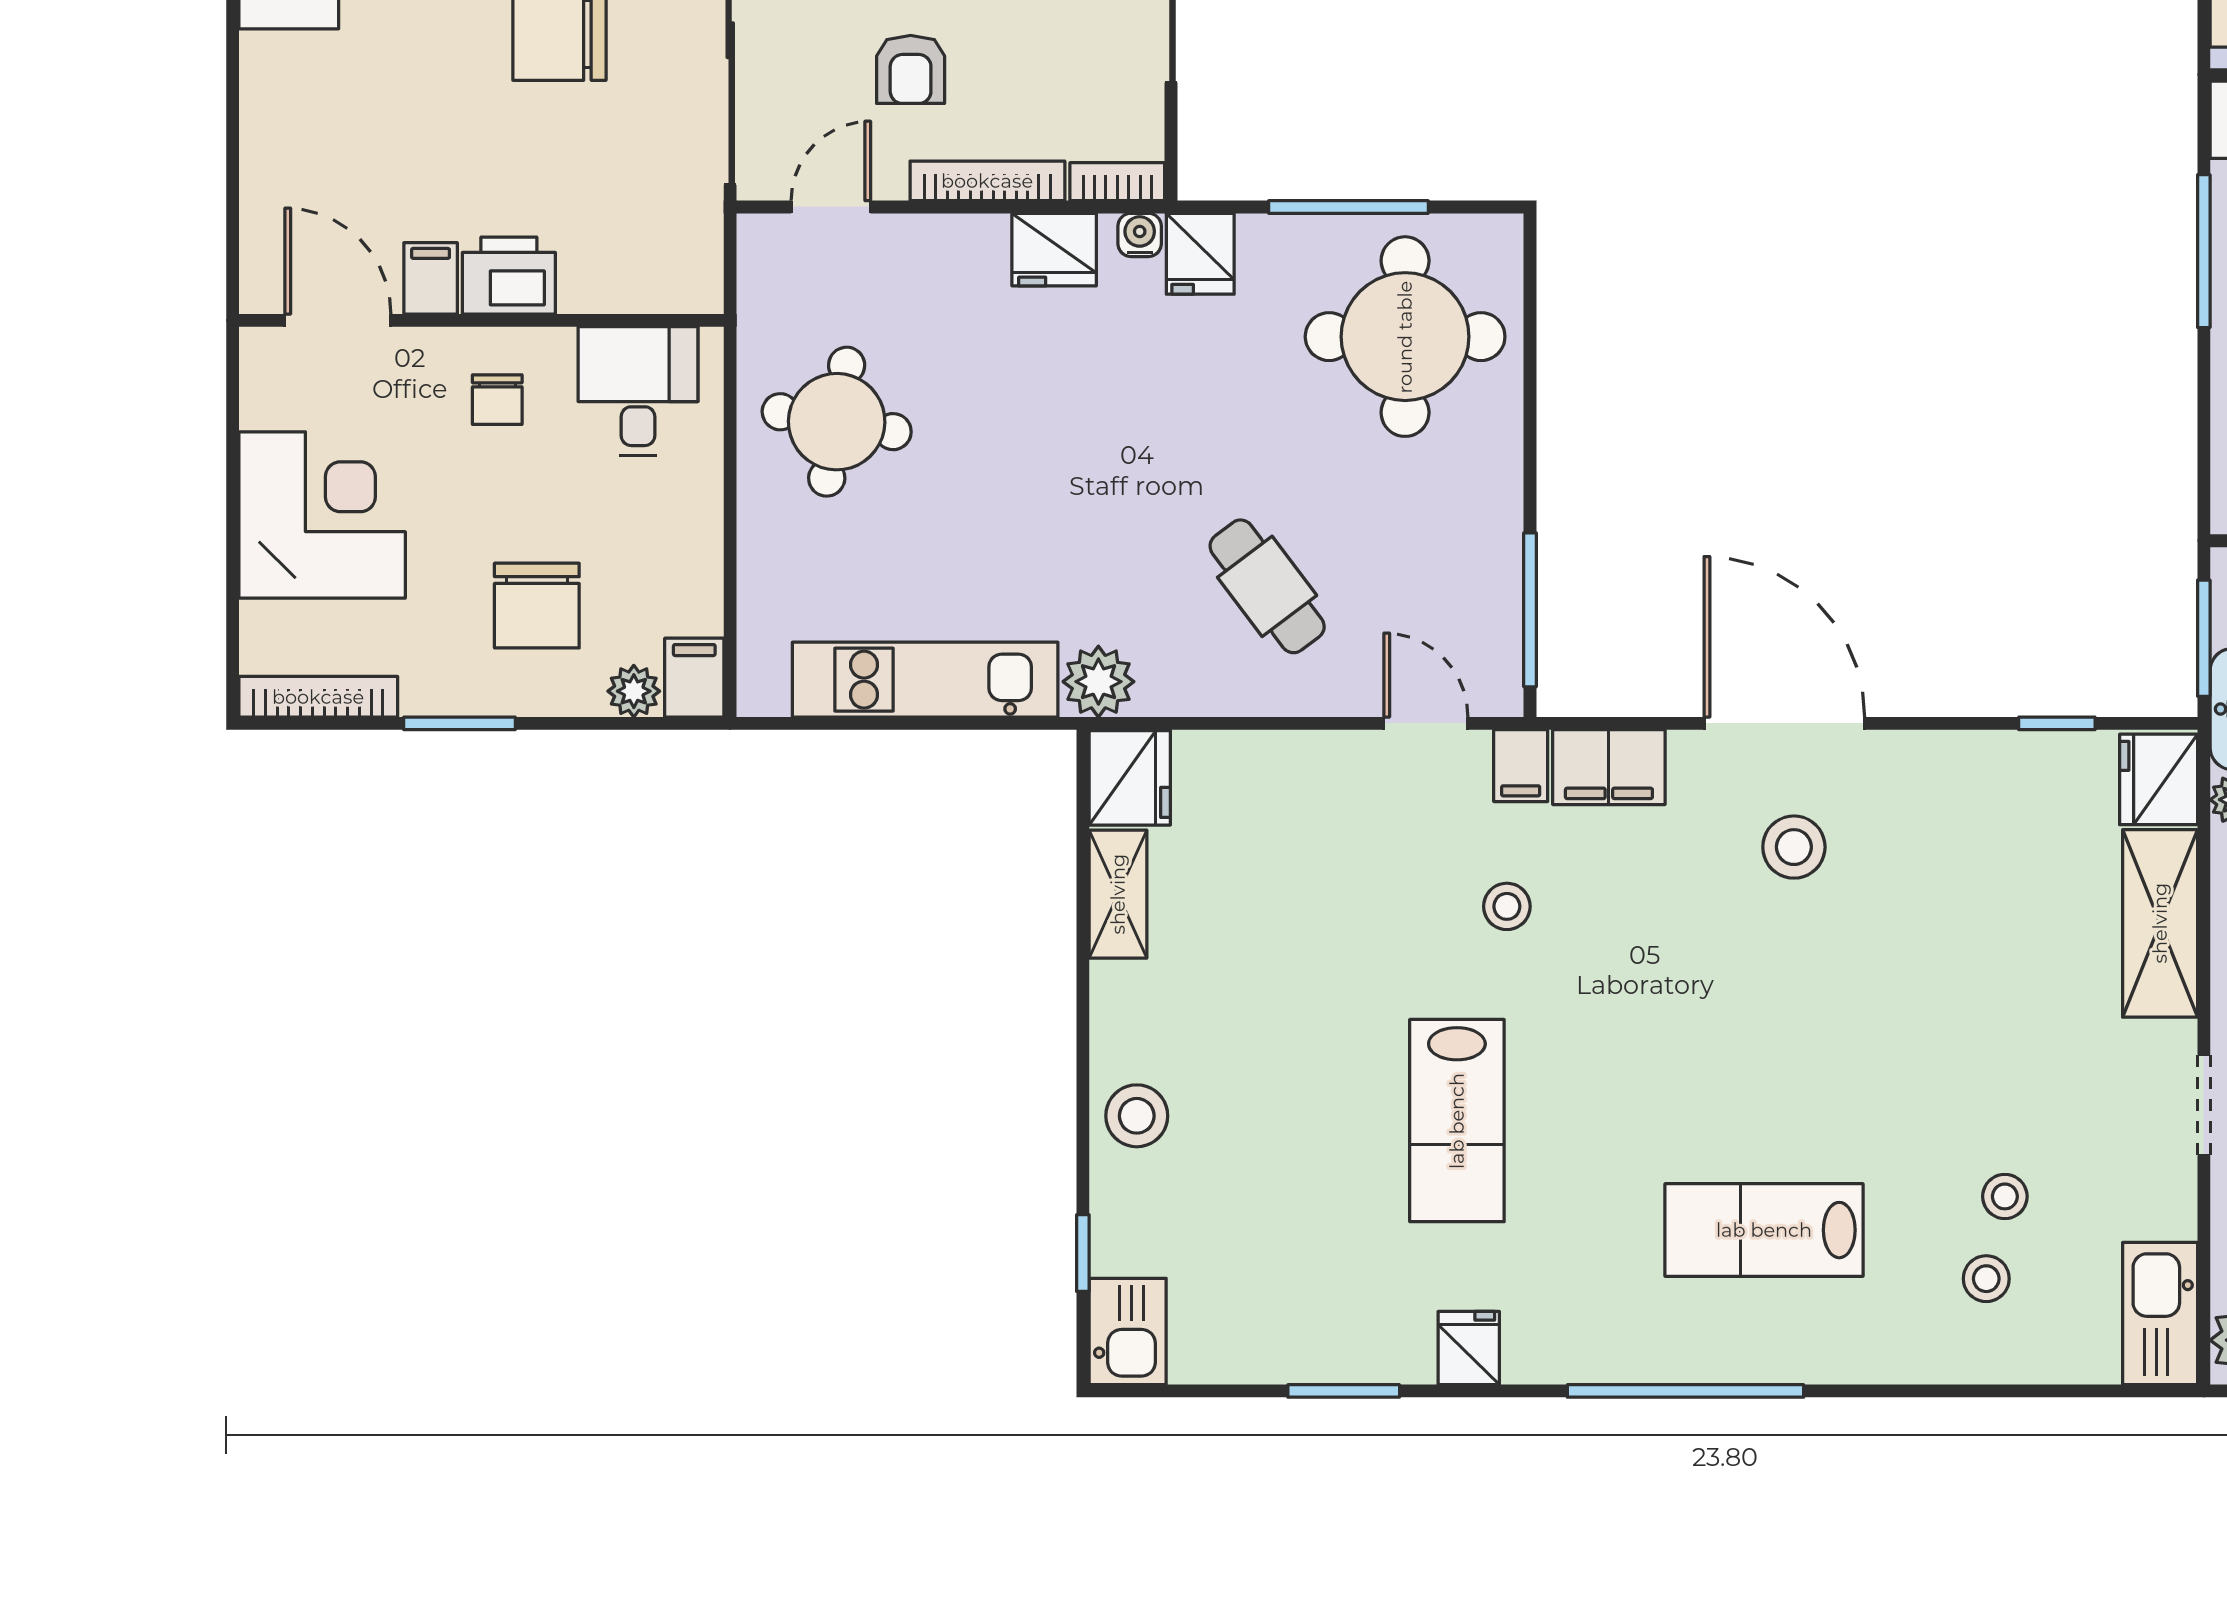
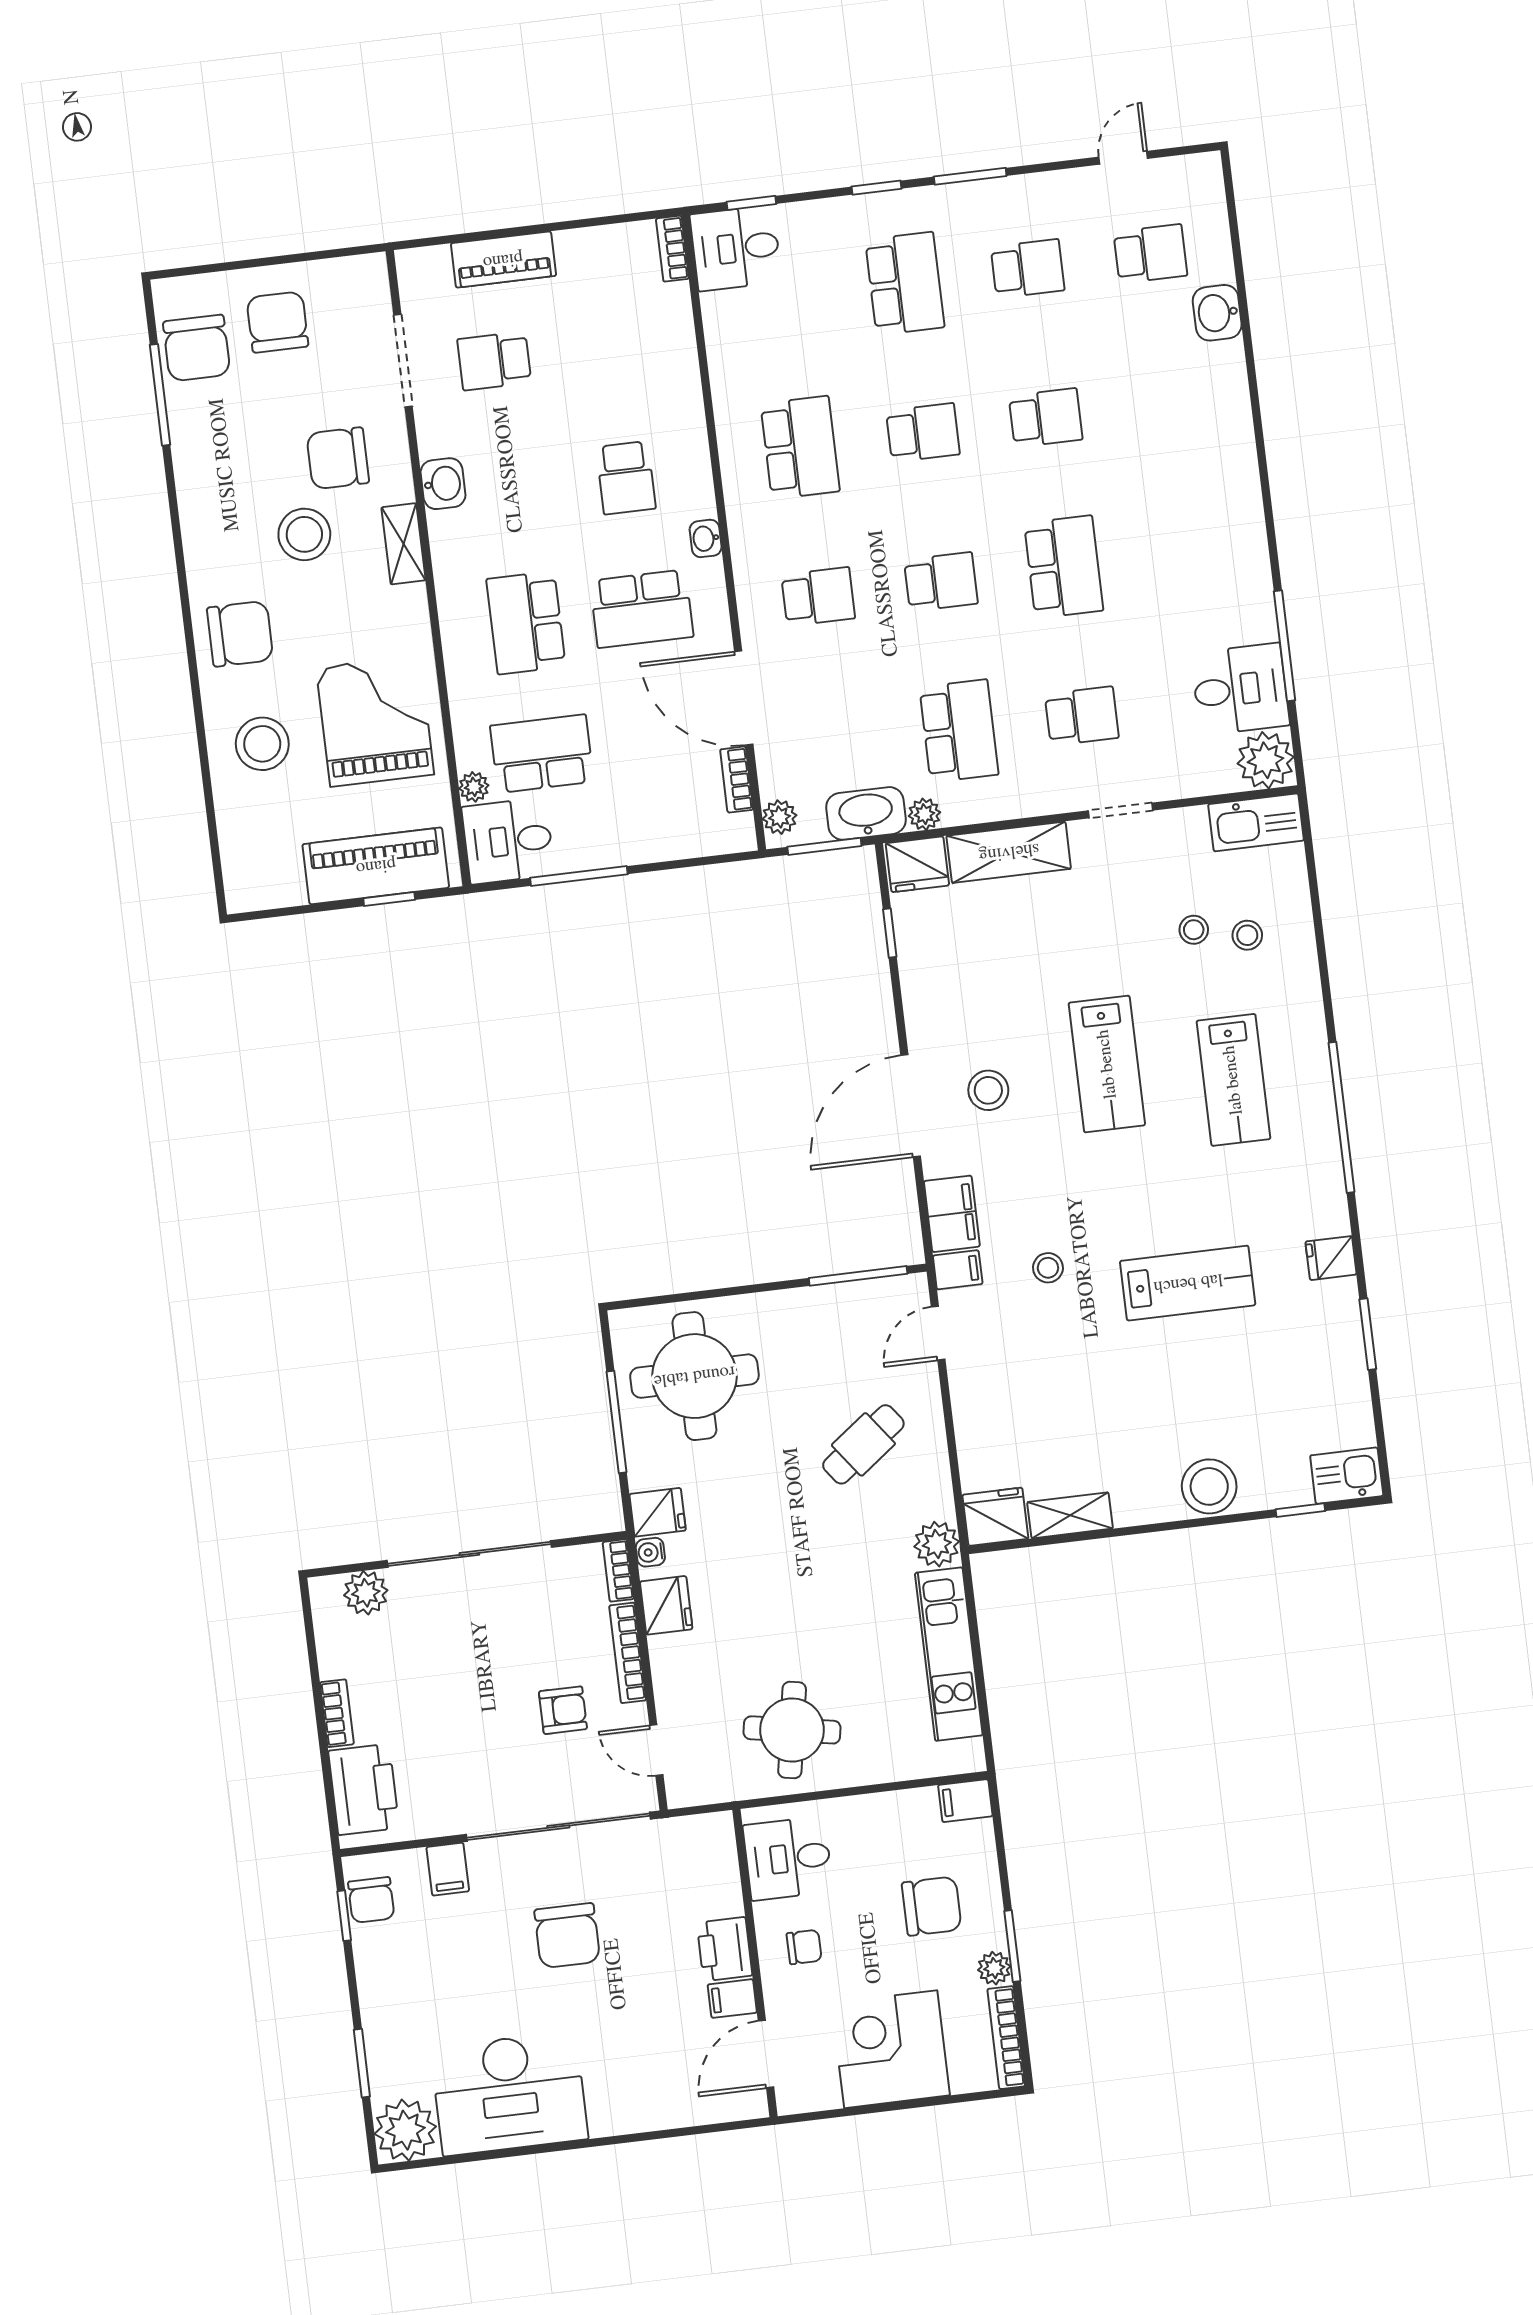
plant: (634, 691) -> (994, 1968), moved
lab bench: (1813, 1036) -> (1107, 1064), added
stool: (1137, 1116) -> (1209, 1486), width x1.38, depth x1.38

